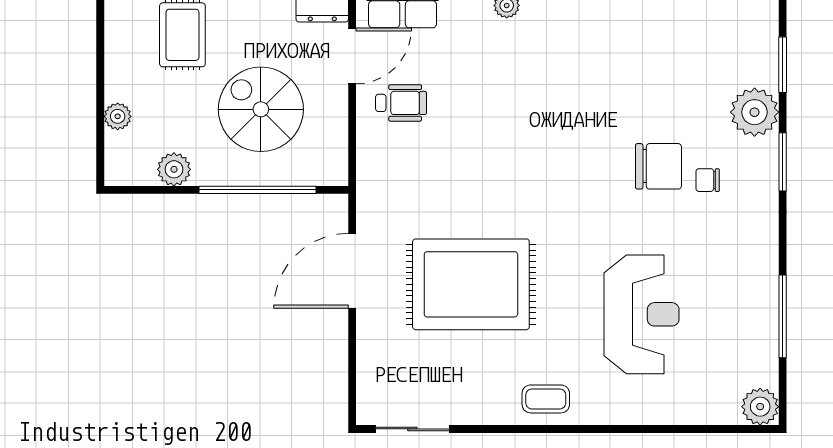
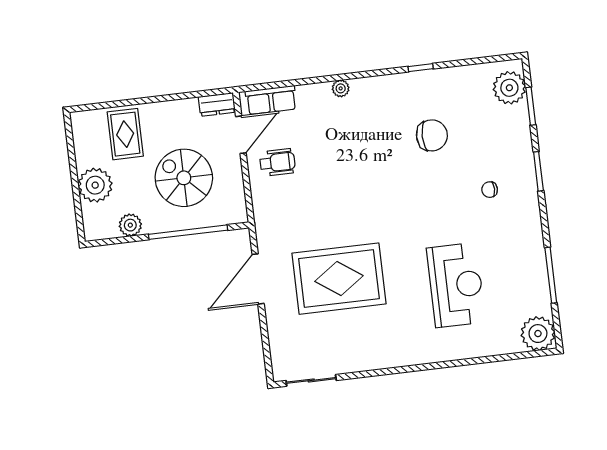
plant: (755, 112) -> (509, 88), moved
plant: (118, 116) -> (95, 185), width x1.87, depth x1.87
chair: (658, 166) -> (432, 135), moved
coffee table: (546, 399) -> (398, 350), removed
plant: (760, 407) -> (538, 334), width x1.36, depth x1.36

